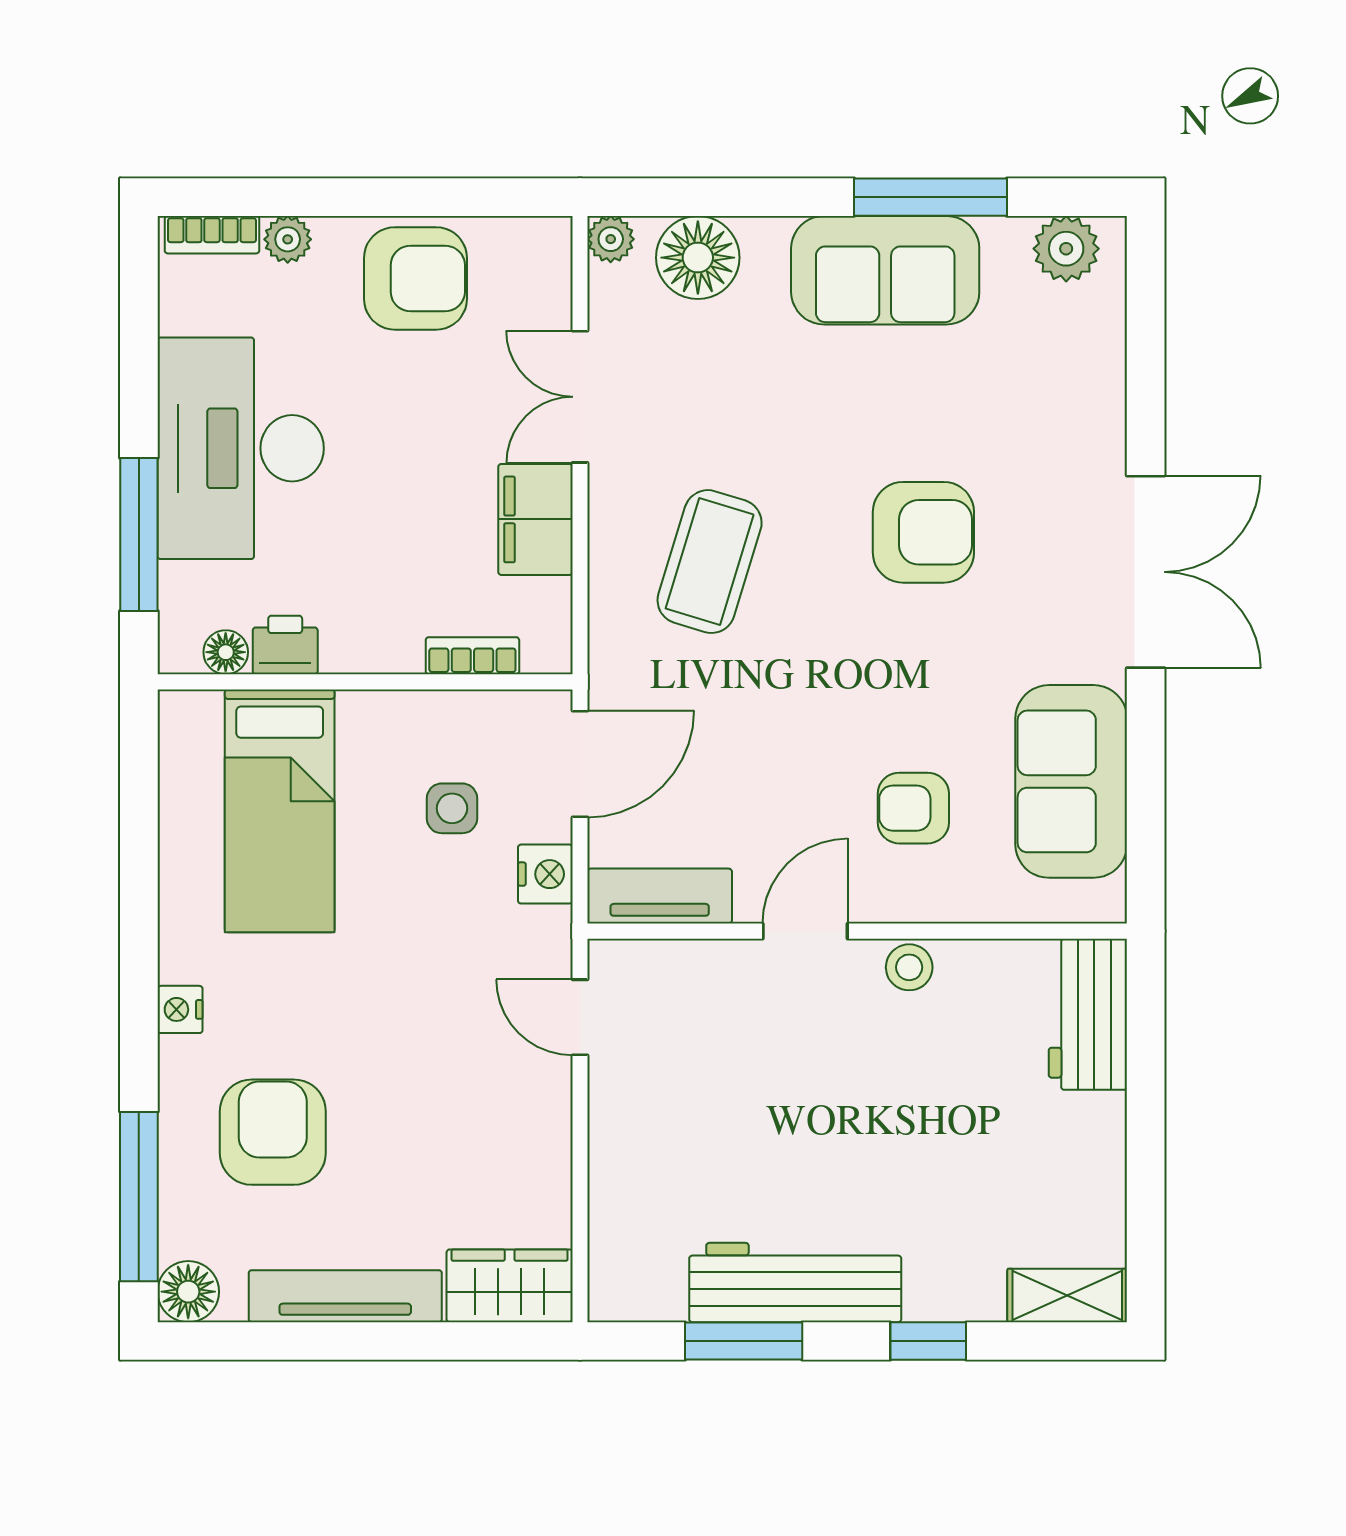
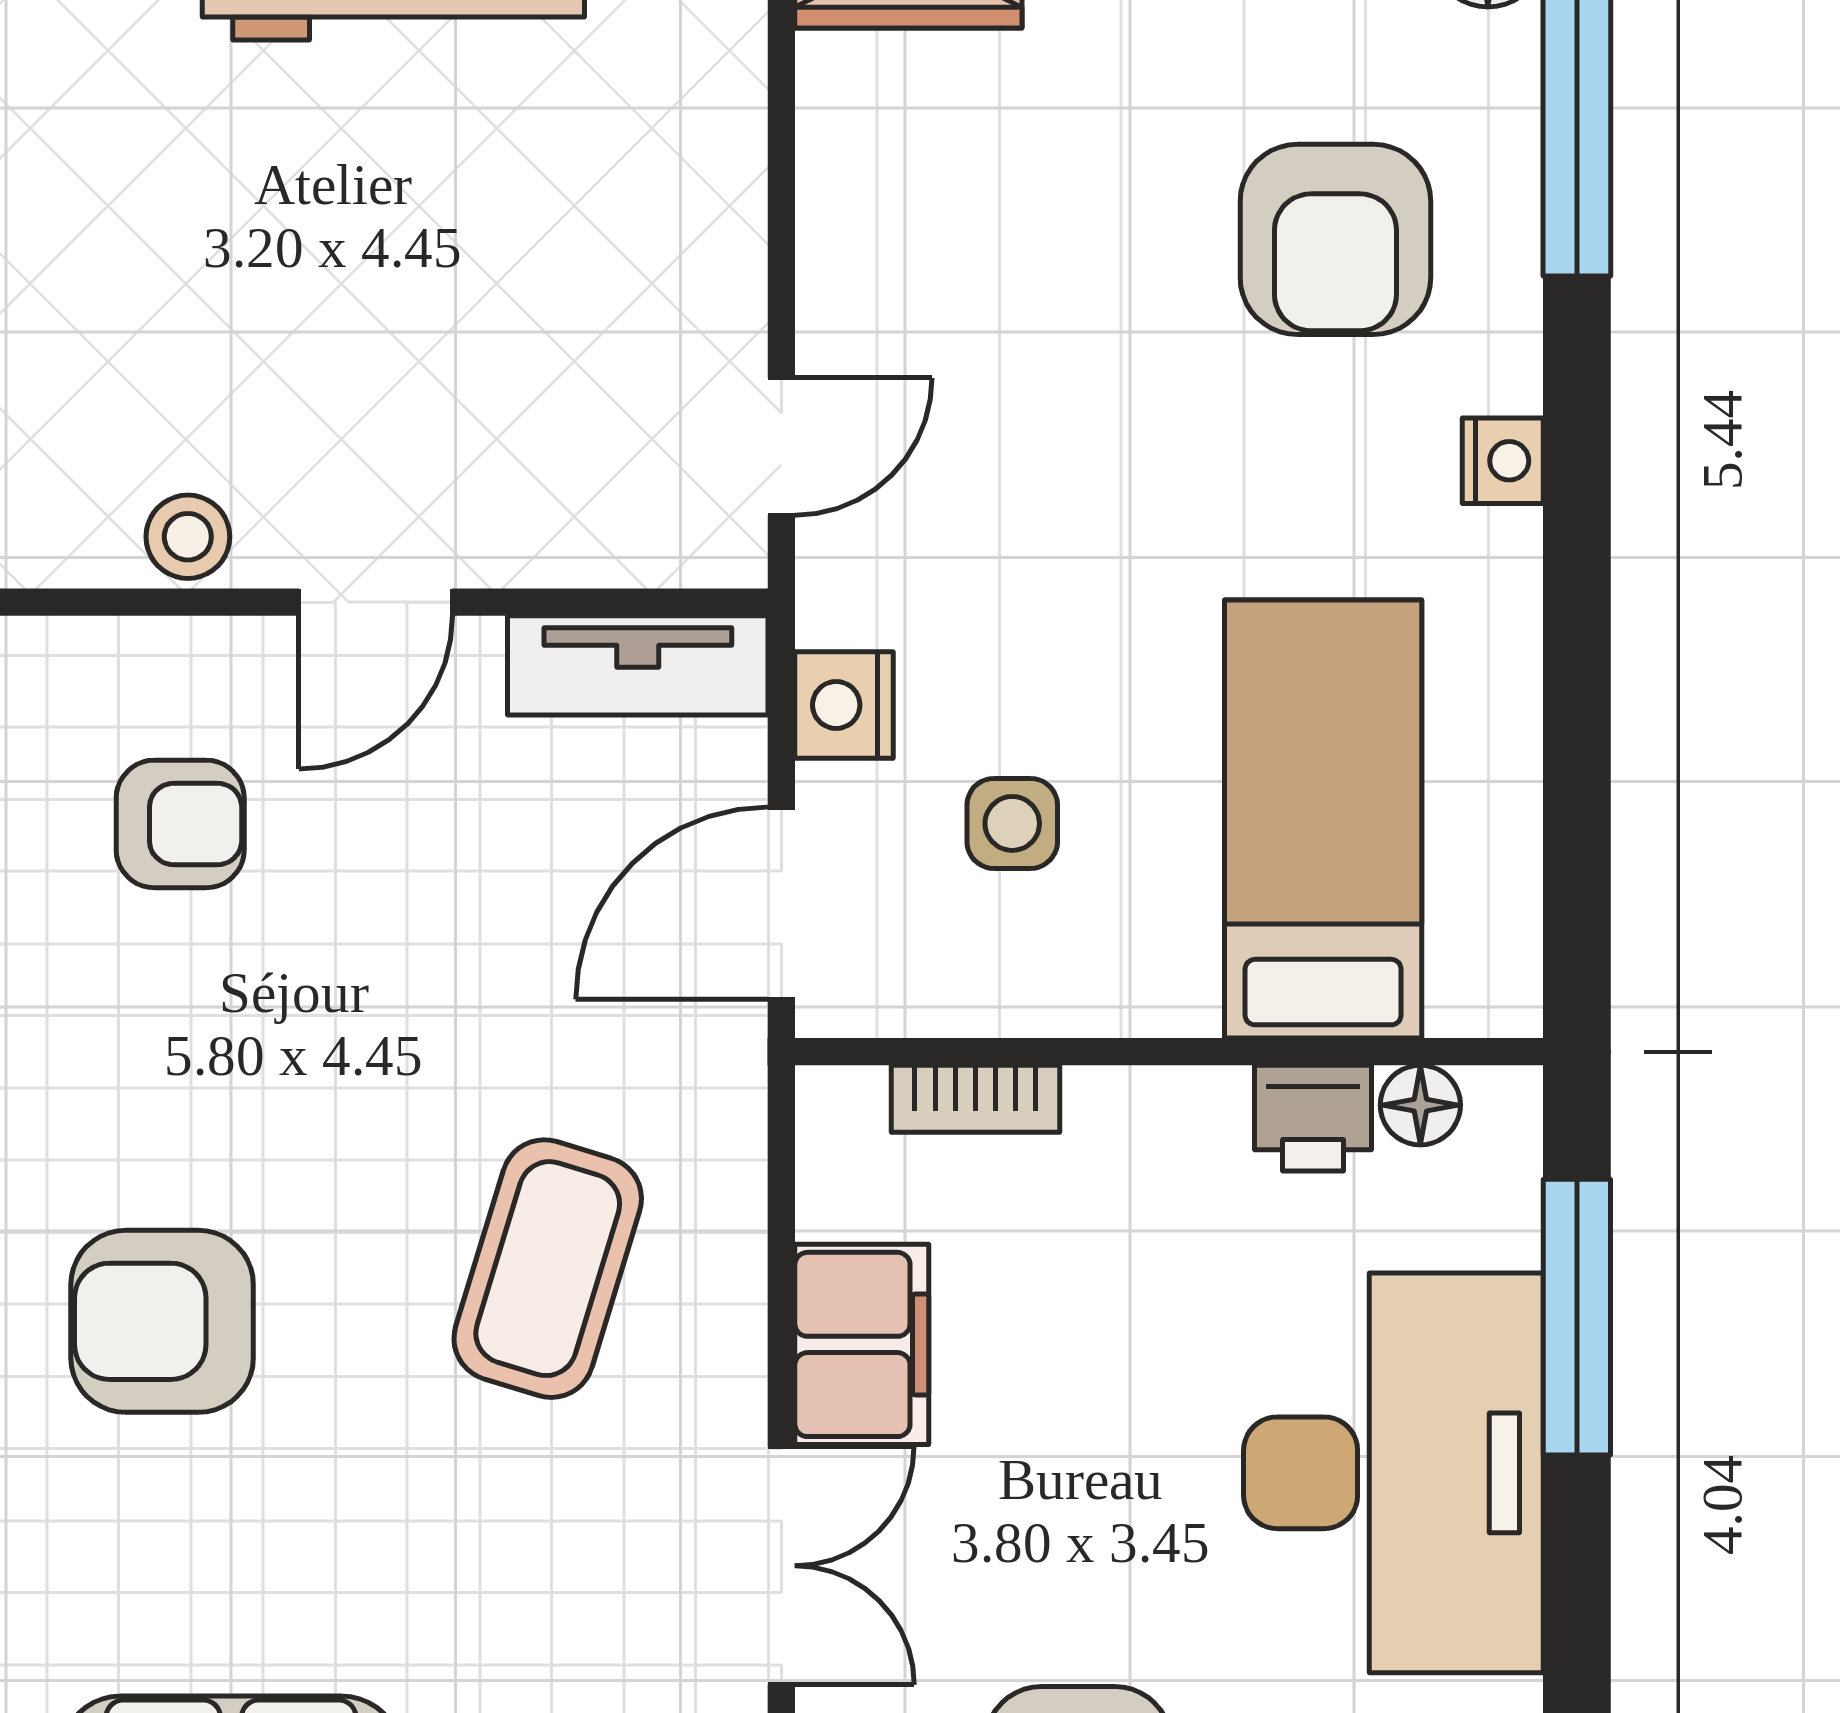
door: (580, 1017) -> (781, 447), hinge flipped

